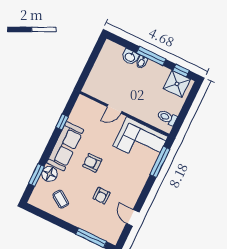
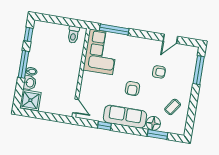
shower: (177, 84) -> (30, 100), moved
door: (115, 109) -> (76, 106), moved

